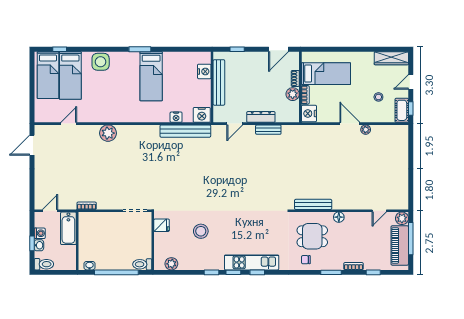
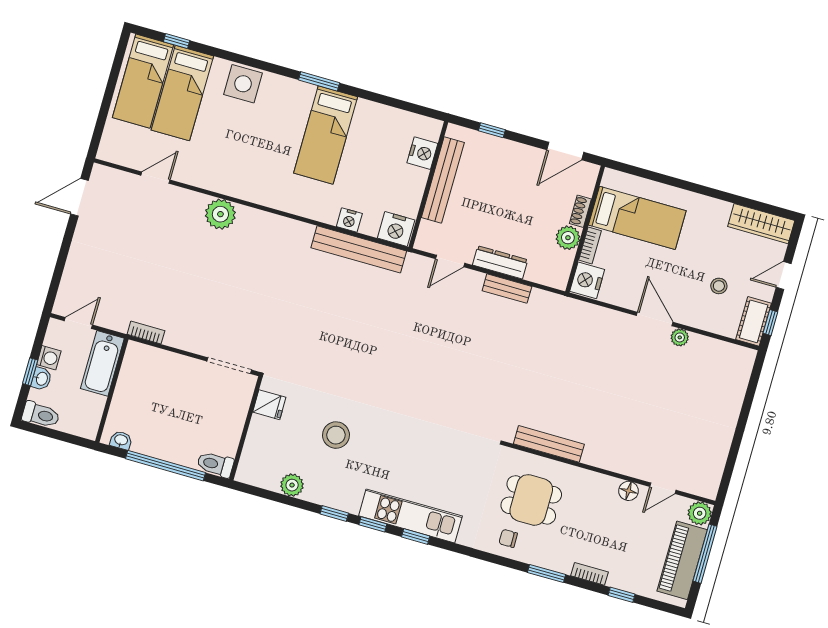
floor lamp: (339, 217) -> (628, 491), moved
plant: (171, 264) -> (292, 485), moved

